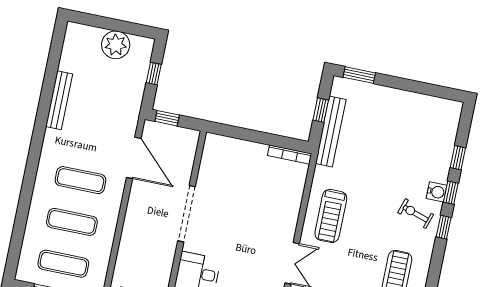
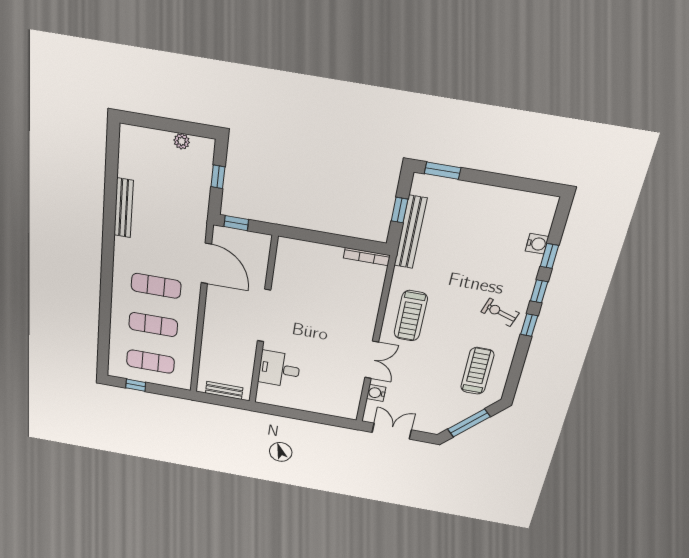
plant: (116, 45) -> (182, 141), width x0.53, depth x0.53
water cooler: (436, 192) -> (537, 244), moved

